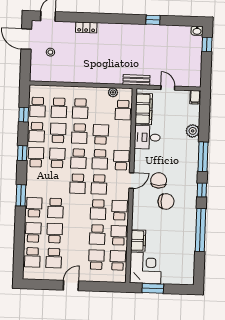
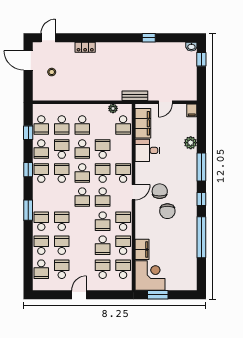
door: (168, 88) -> (165, 102), swing flipped
school desk: (100, 159) -> (103, 173), turned 180
chair: (166, 201) -> (167, 211), turned 90
school desk: (55, 208) -> (62, 221), turned 180
school desk: (54, 258) -> (62, 269), turned 180

